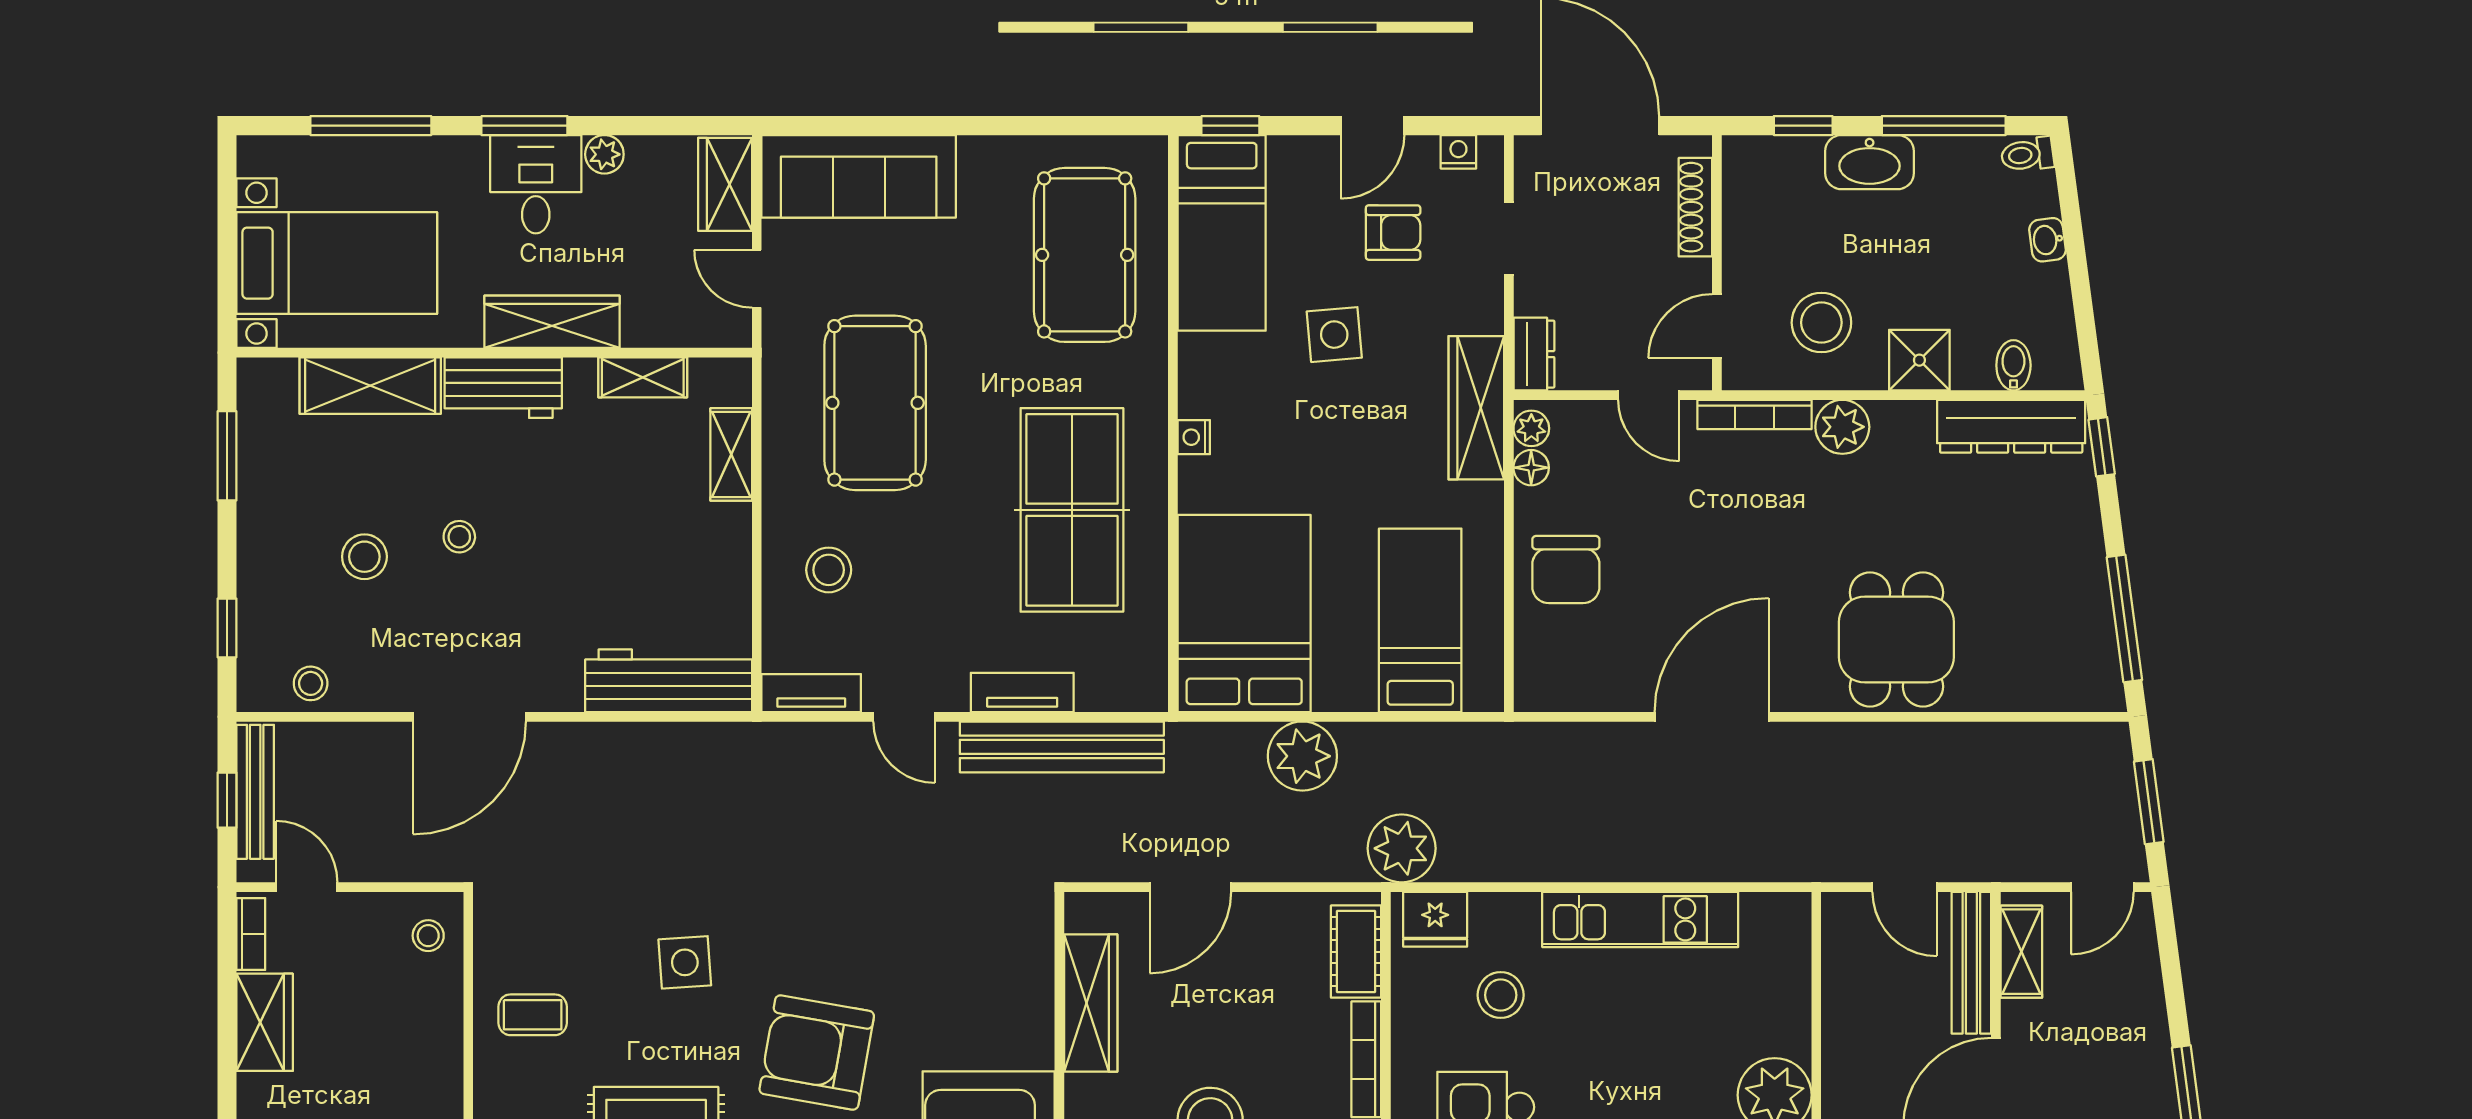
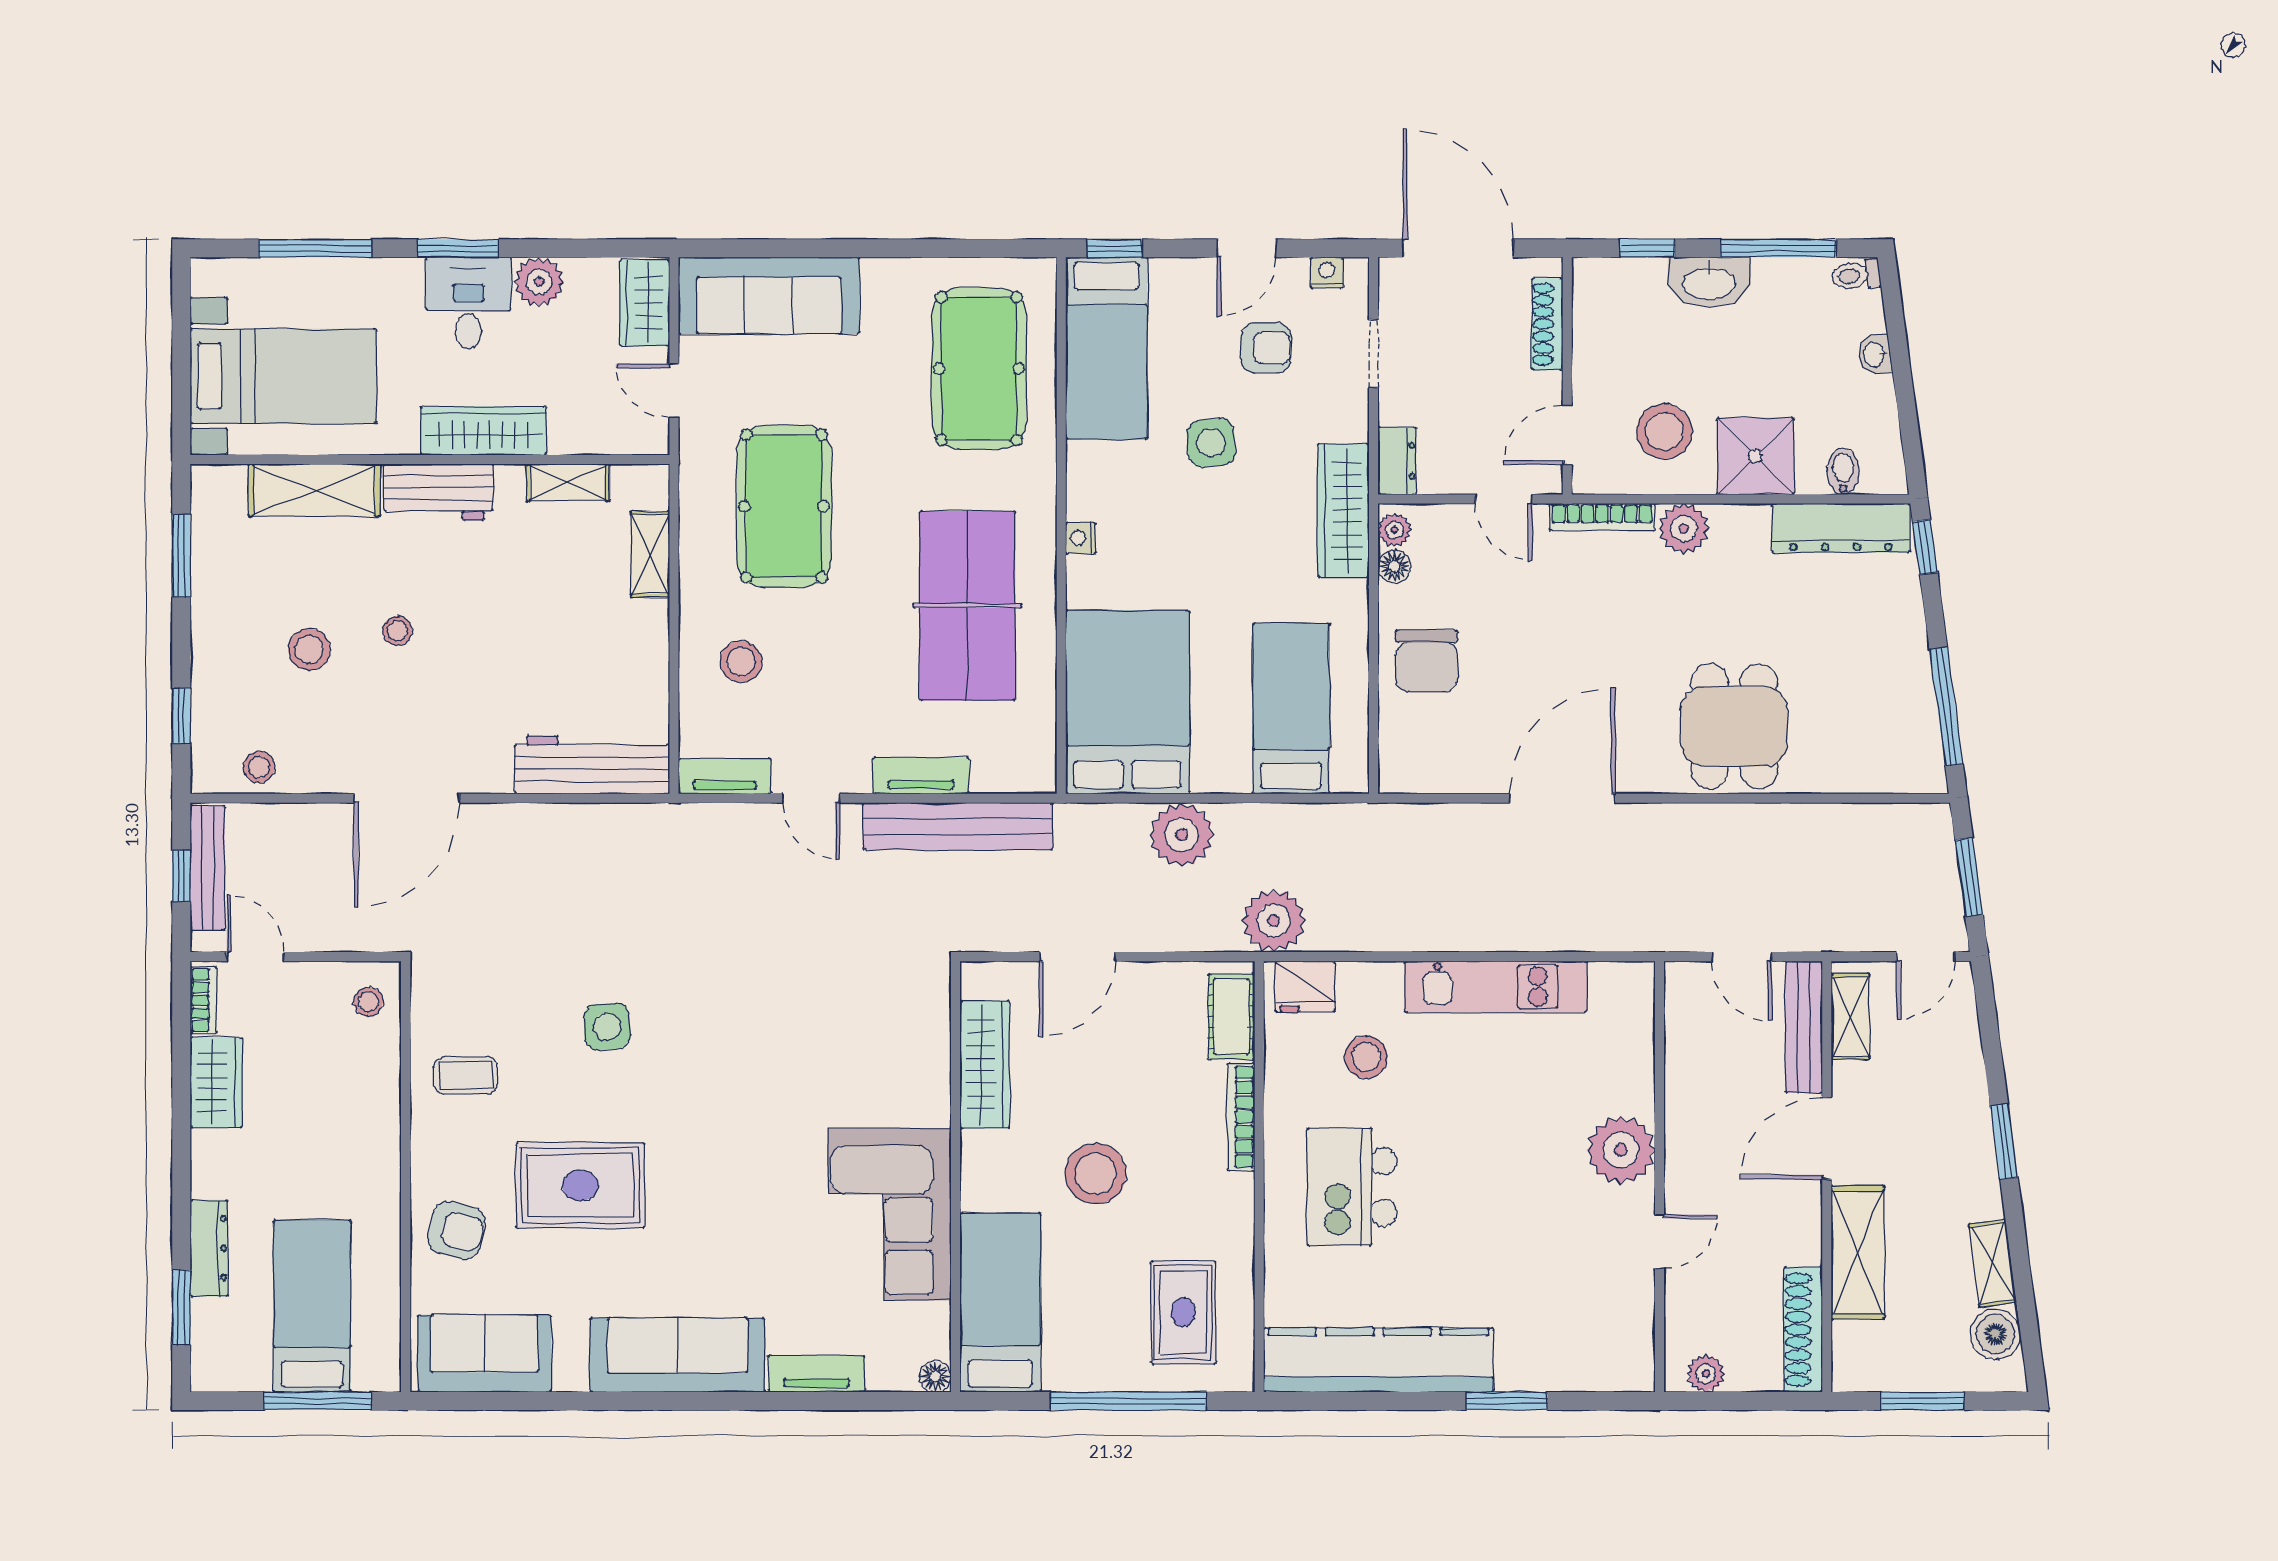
plant: (604, 154) -> (539, 282), width x1.38, depth x1.38
shower: (1919, 360) -> (1756, 456), width x1.36, depth x1.36
armchair: (817, 1052) -> (730, 1110), removed

